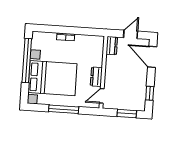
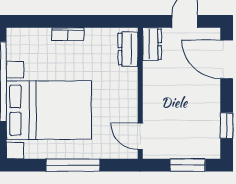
dresser: (96, 77) -> (128, 49), moved
door: (102, 96) -> (140, 136), hinge flipped

